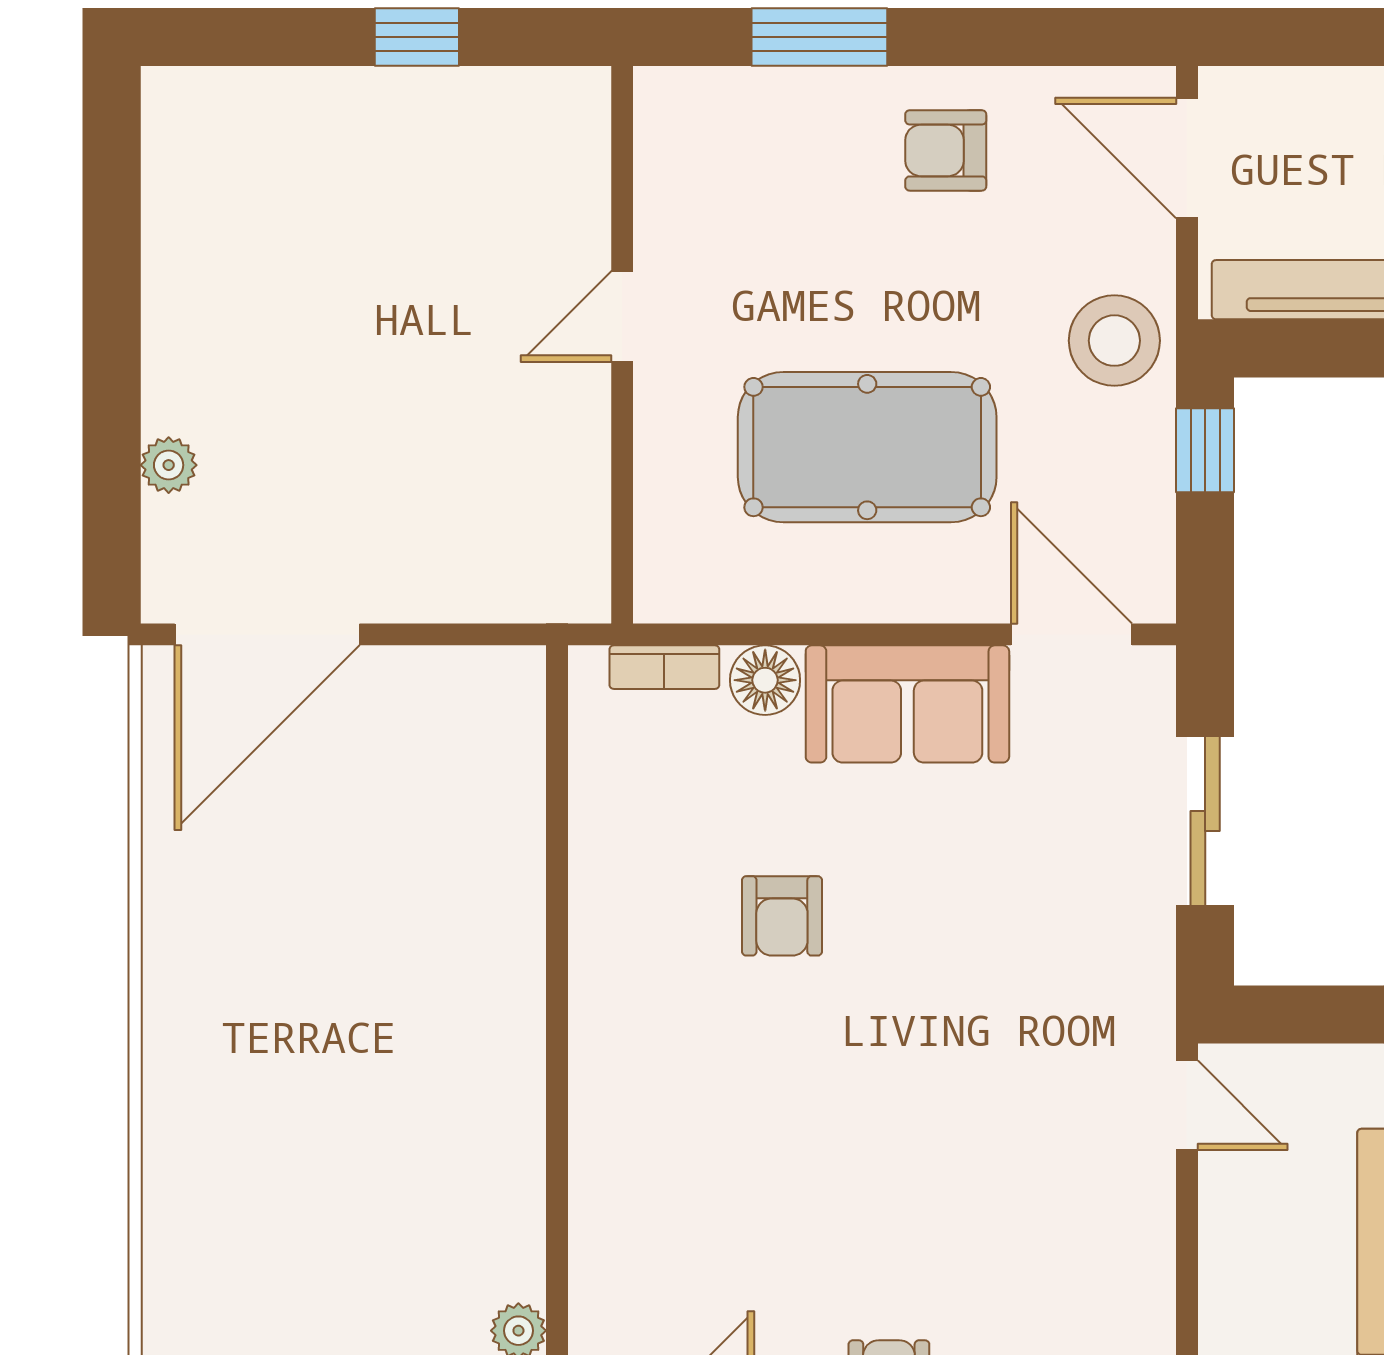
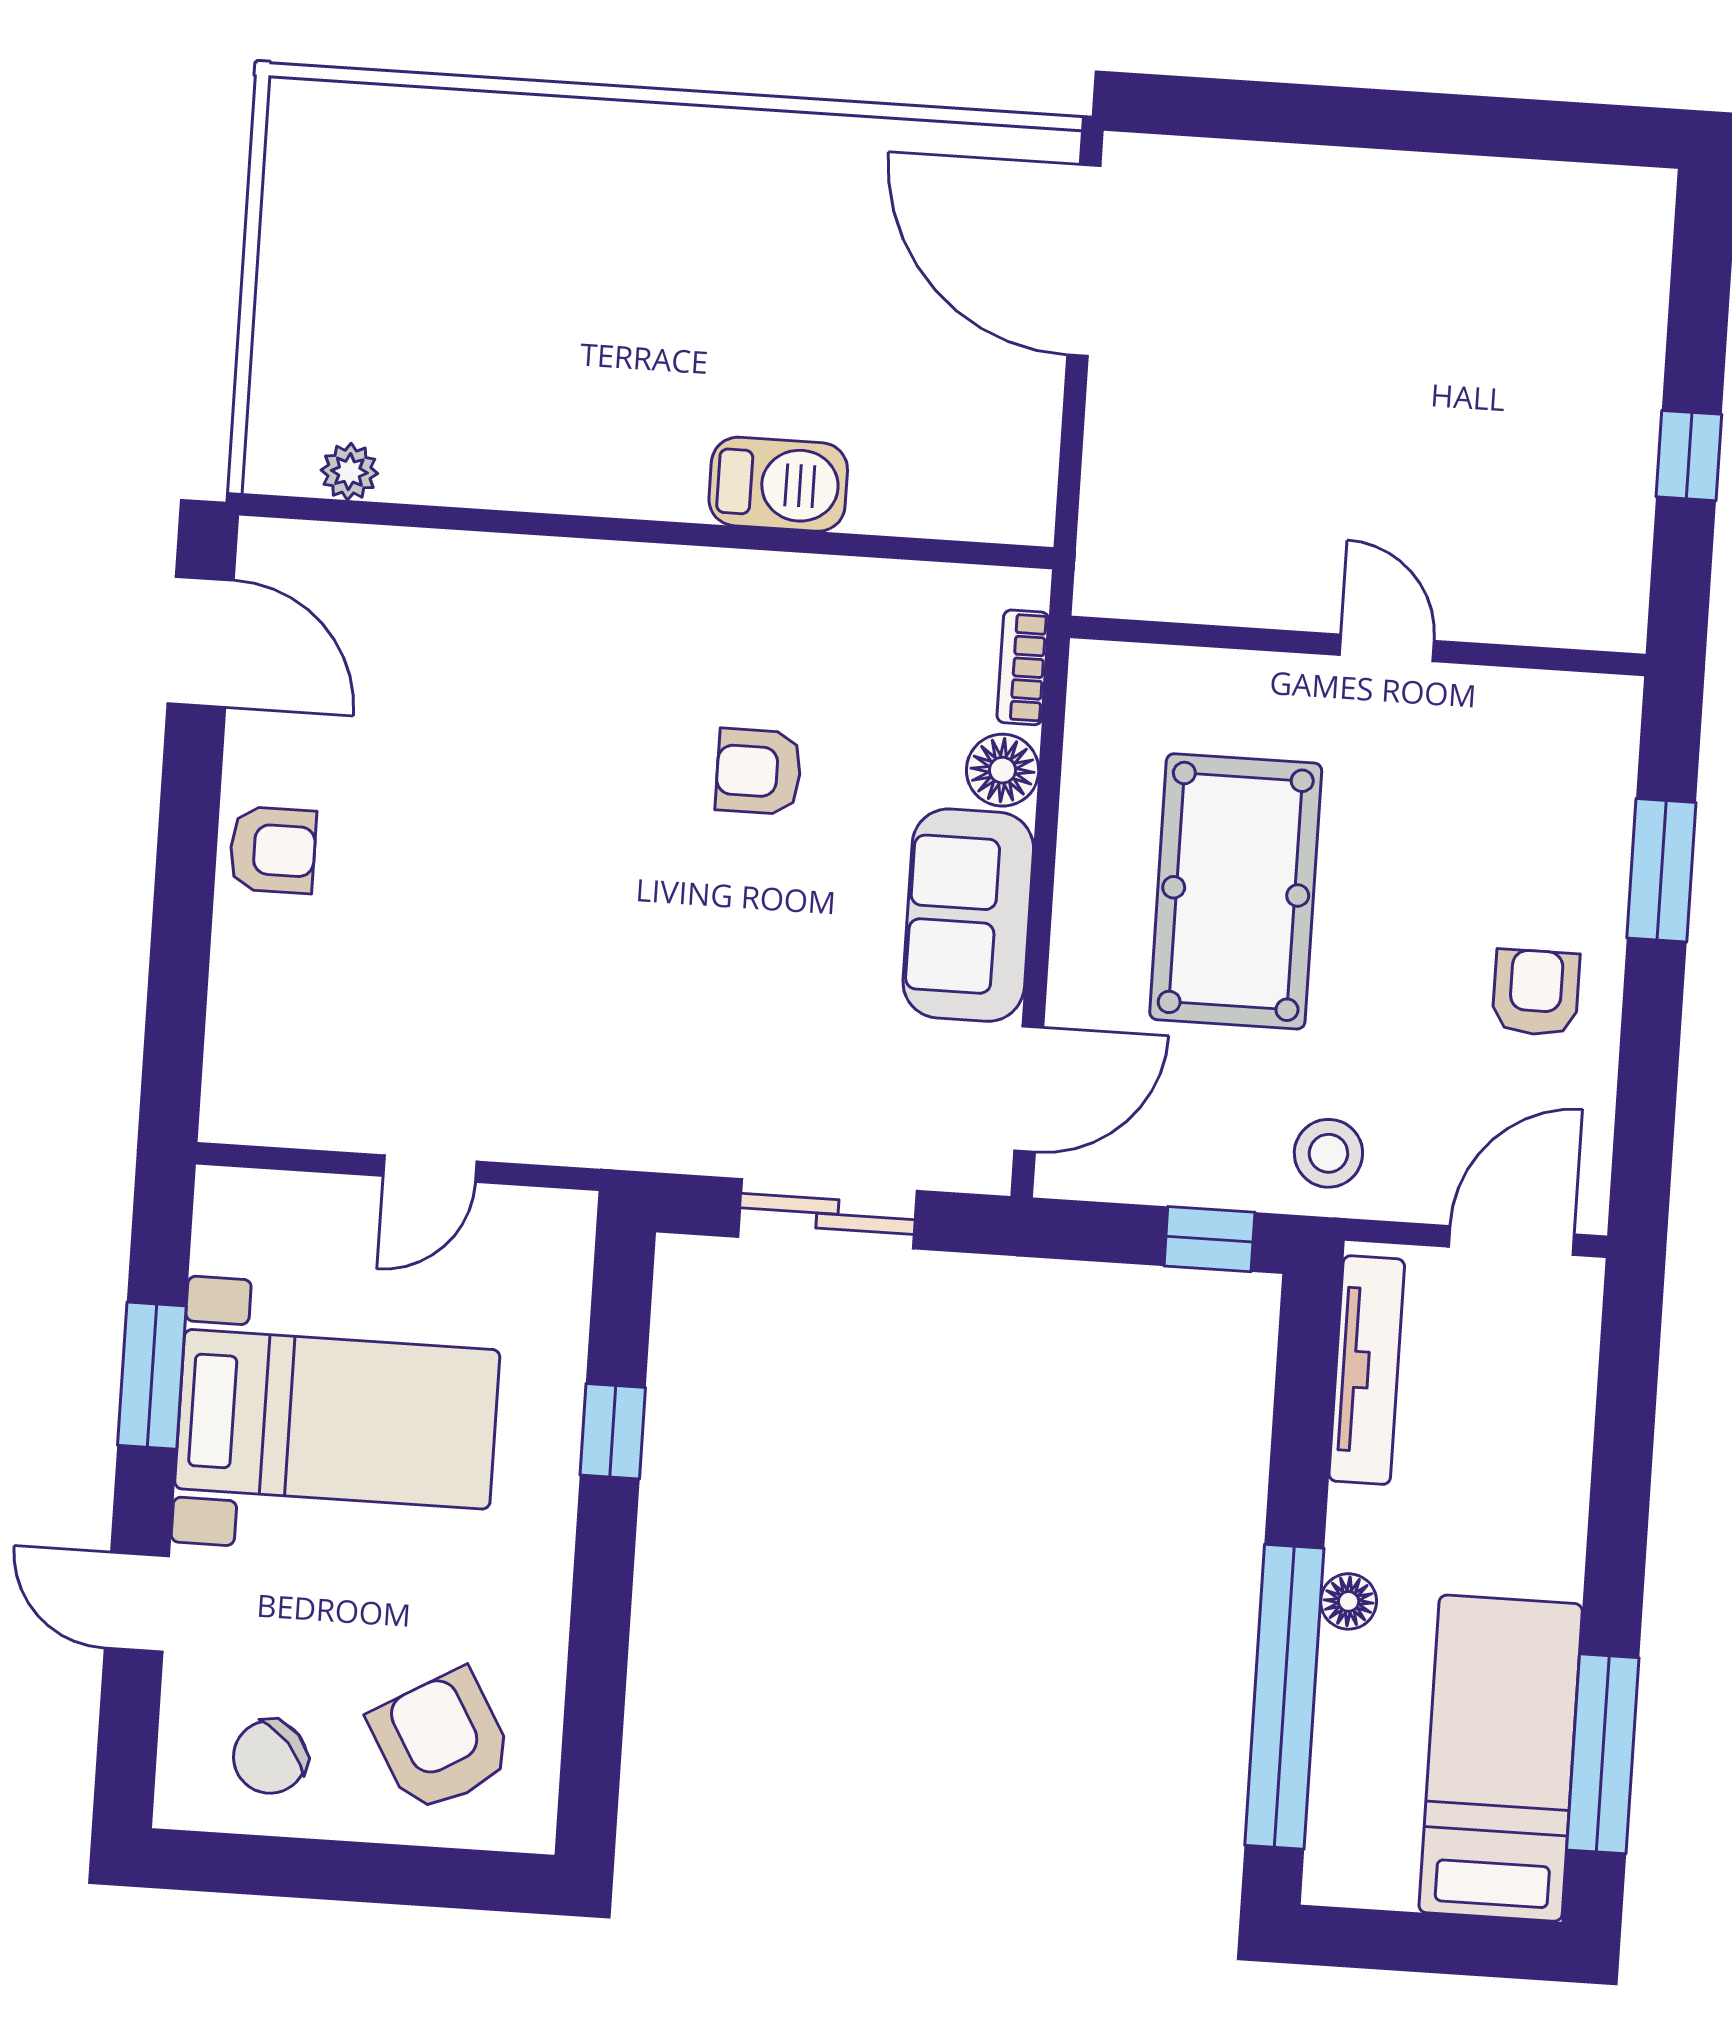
stool: (1114, 341) -> (1328, 1153), width x0.73, depth x0.73
plant: (169, 465) -> (1265, 170), removed
barbecue: (503, 915) -> (778, 484), added
door: (1187, 1105) -> (430, 1169), moved

